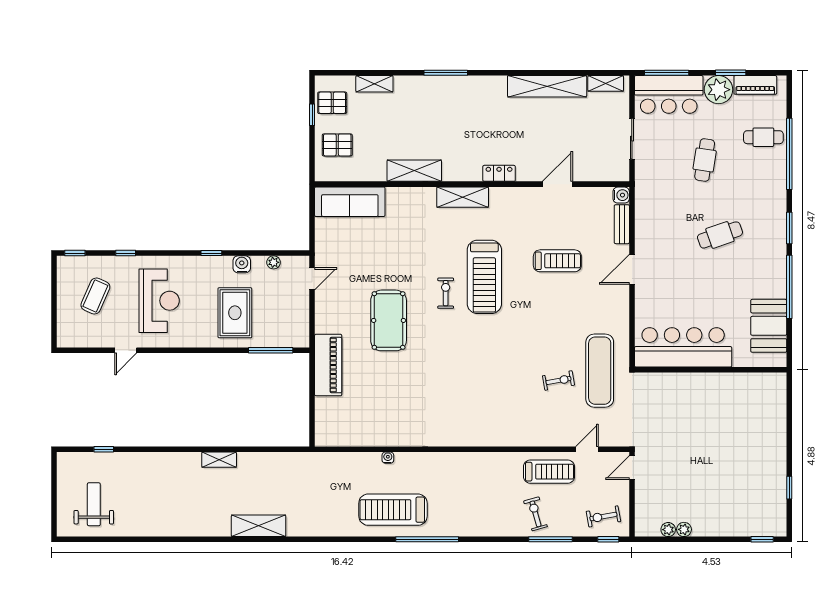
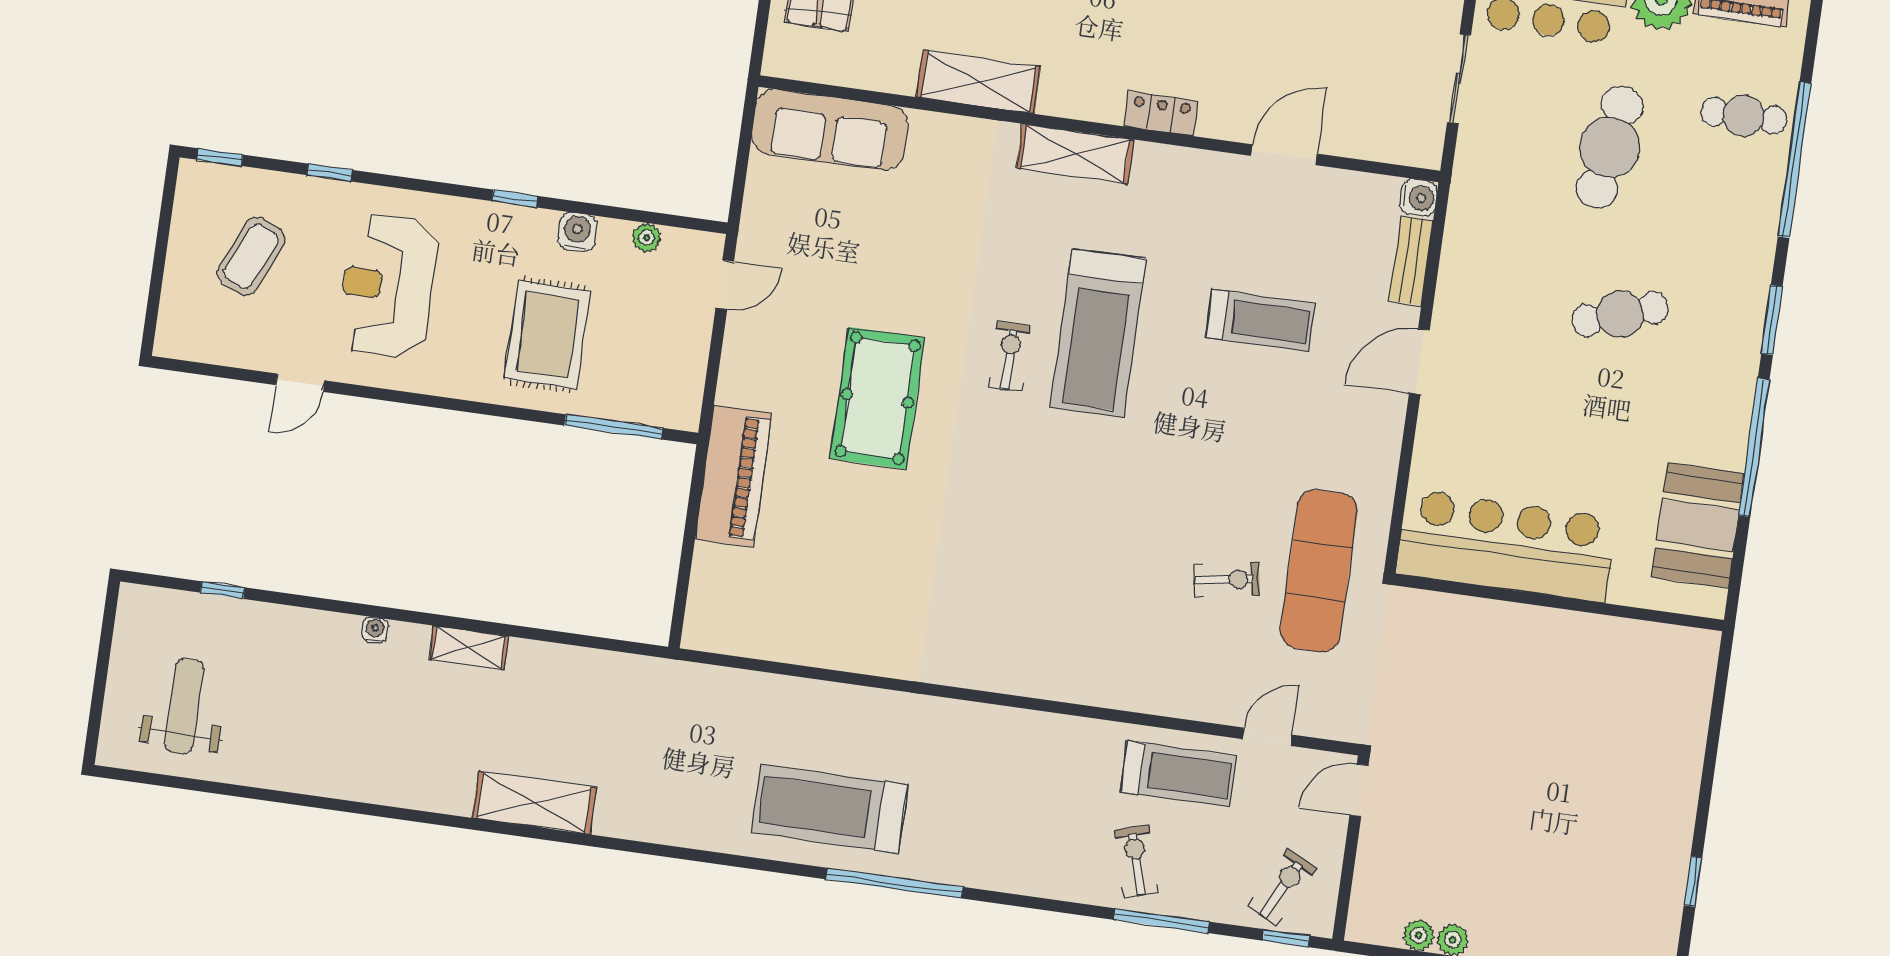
cafe table: (705, 160) -> (1610, 147), width x1.37, depth x1.35
reception desk: (159, 301) -> (387, 286), turned 180
water cooler: (388, 458) -> (375, 630), moved
exercise bike: (603, 516) -> (1283, 887), turned 127

